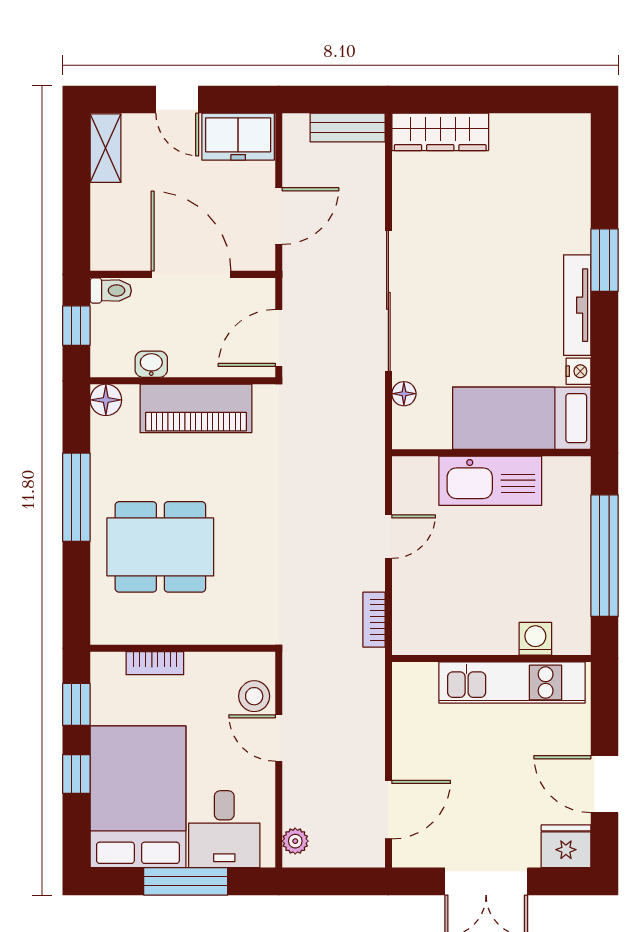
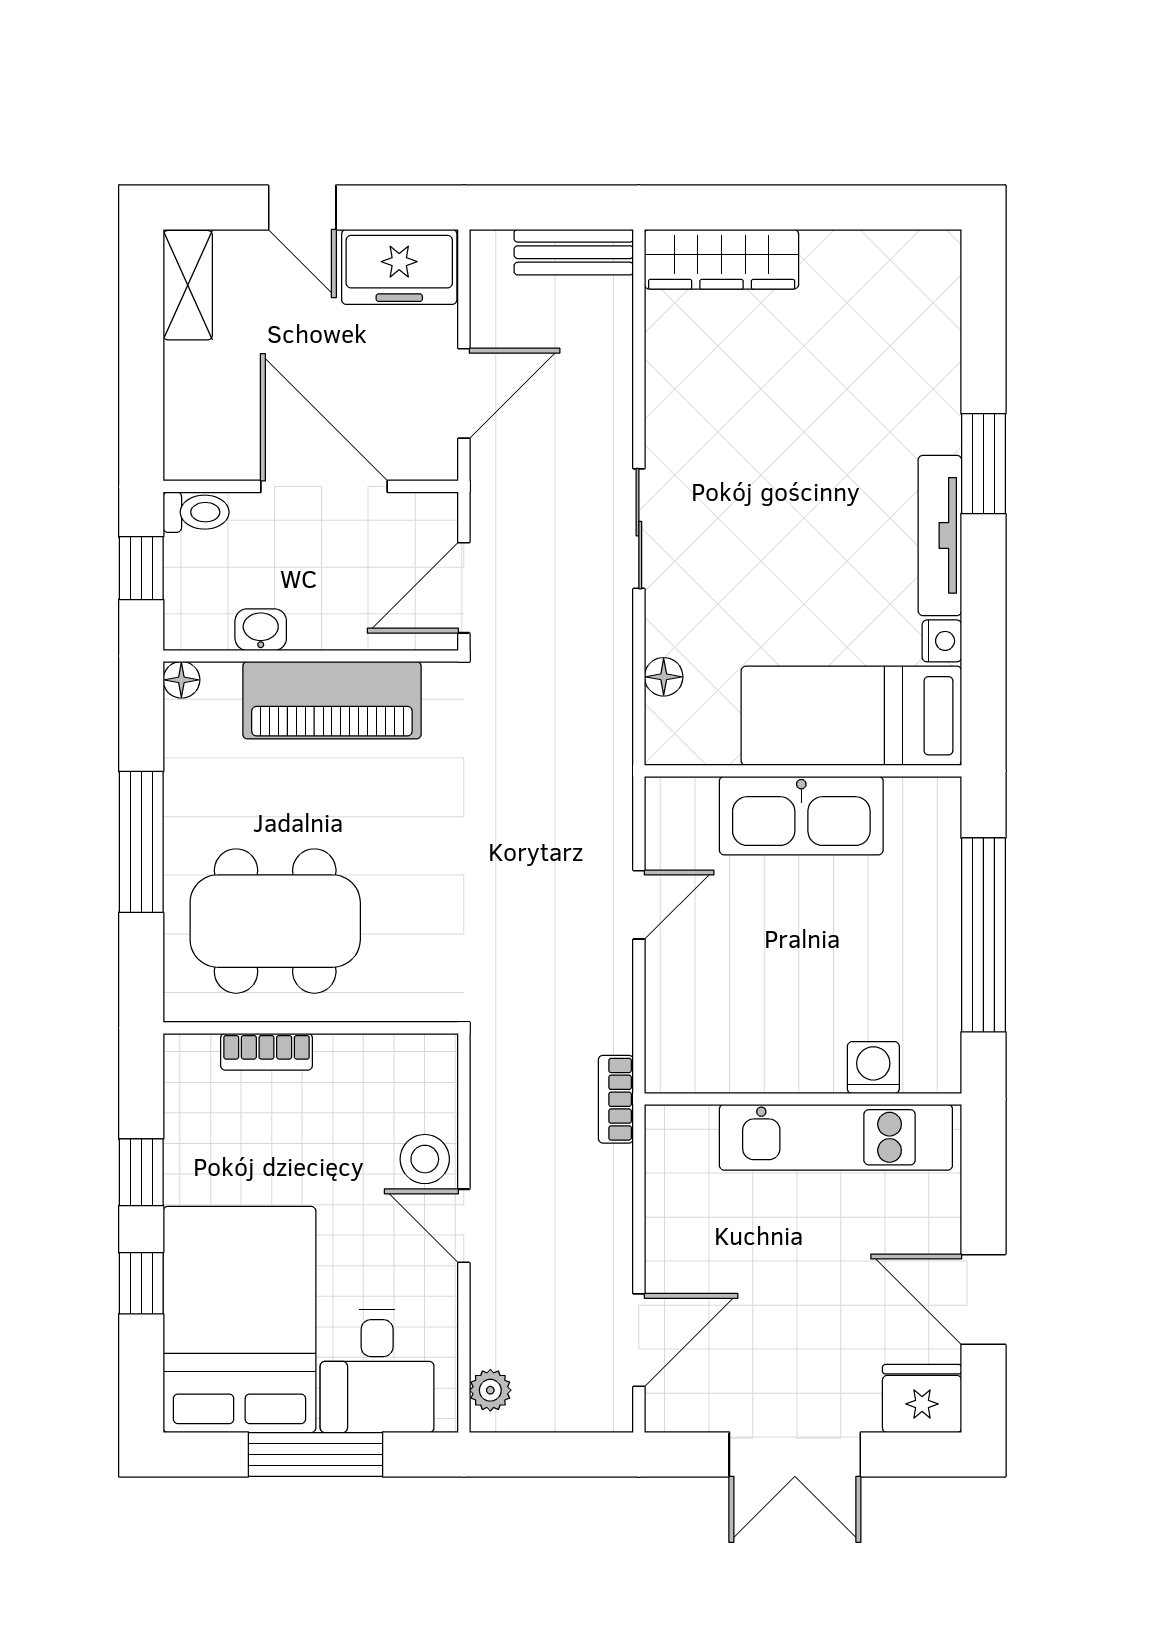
sliding door: (388, 301) -> (639, 529), width x0.54
floor lamp: (106, 400) -> (181, 680), width x0.73, depth x0.73
bookcase: (374, 620) -> (616, 1099), moved
wall: (183, 648) -> (311, 1028), moved
bookcase: (155, 663) -> (266, 1052), moved

